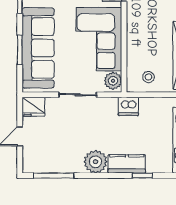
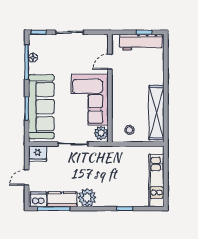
dishwasher: (128, 106) -> (38, 199), moved, turned 180
kitchen counter: (127, 164) -> (62, 199), moved

